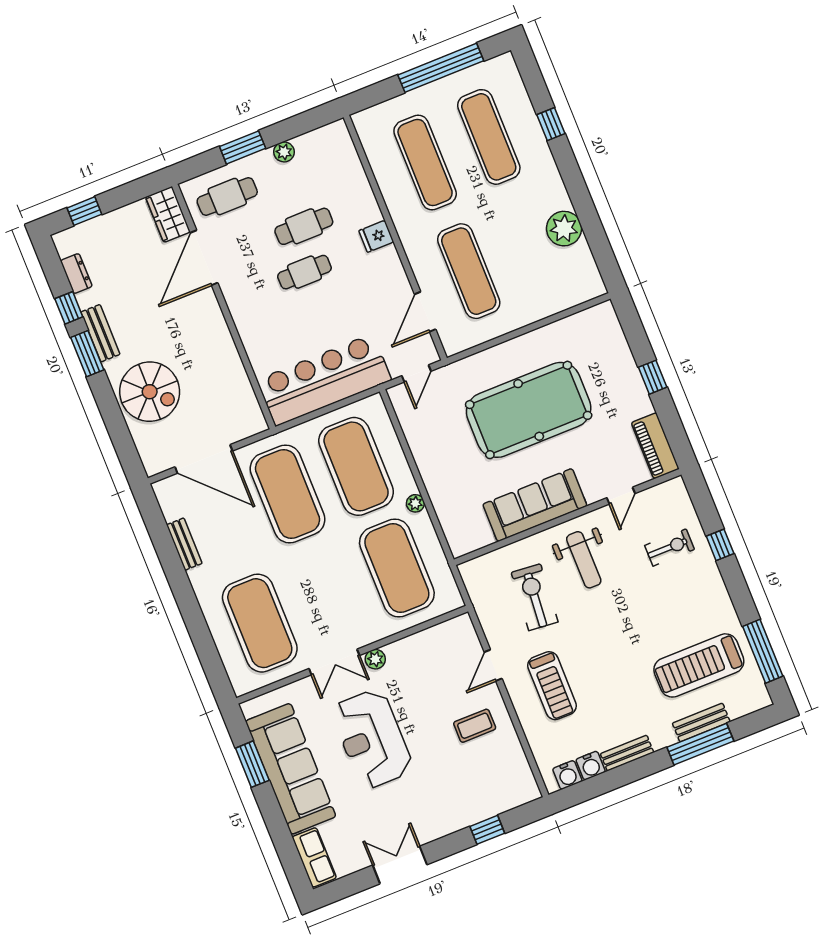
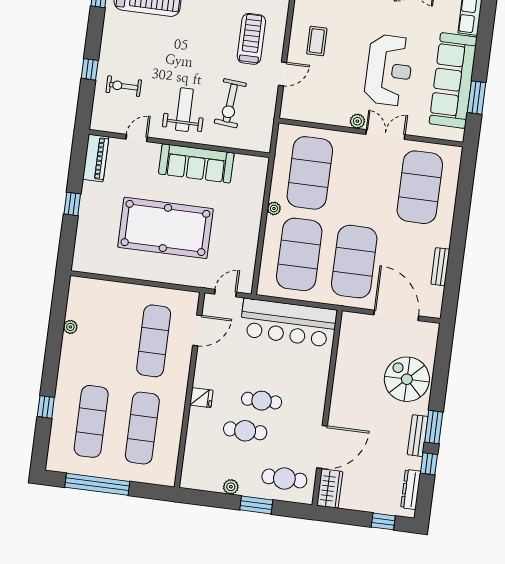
plant: (564, 229) -> (70, 327), width x0.53, depth x0.53
dresser: (76, 274) -> (411, 489), width x1.44
coffee table: (475, 726) -> (317, 41), turned 90

